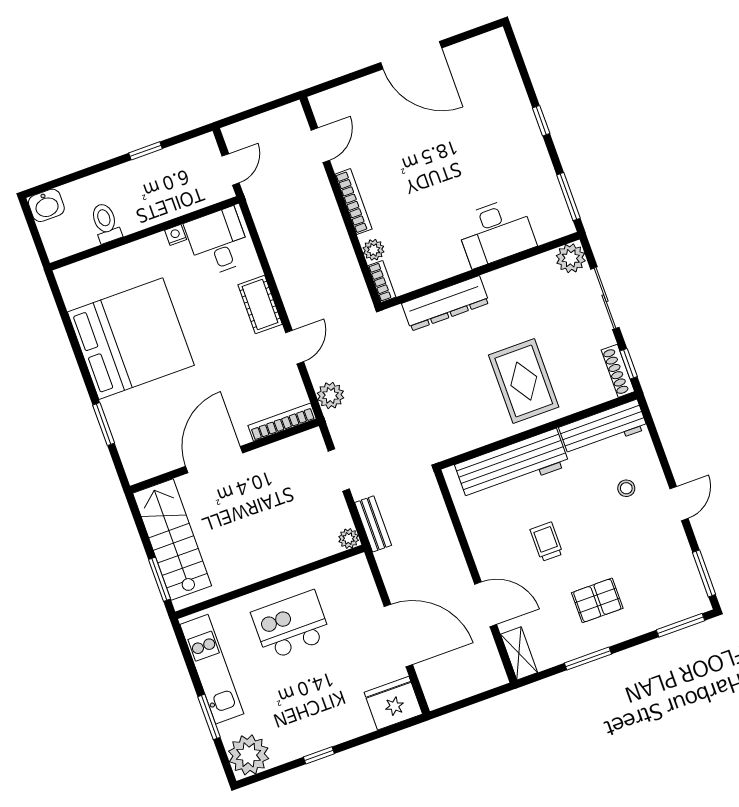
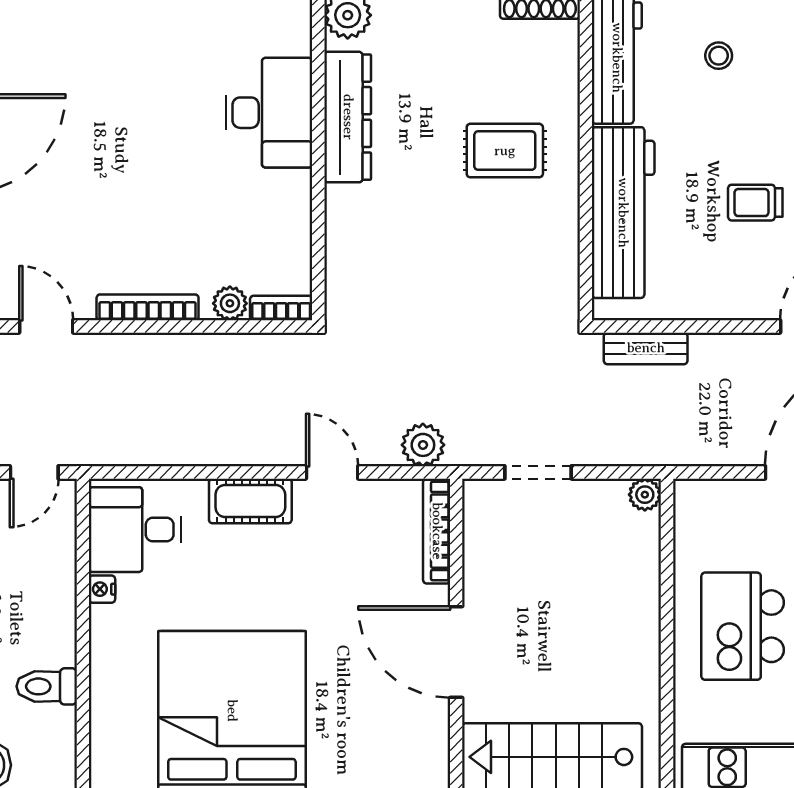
door: (231, 169) -> (34, 472), swing flipped
dresser: (445, 303) -> (348, 117), moved
rug: (524, 381) -> (505, 151), width x0.73, depth x0.70
bench: (373, 524) -> (646, 348), moved

